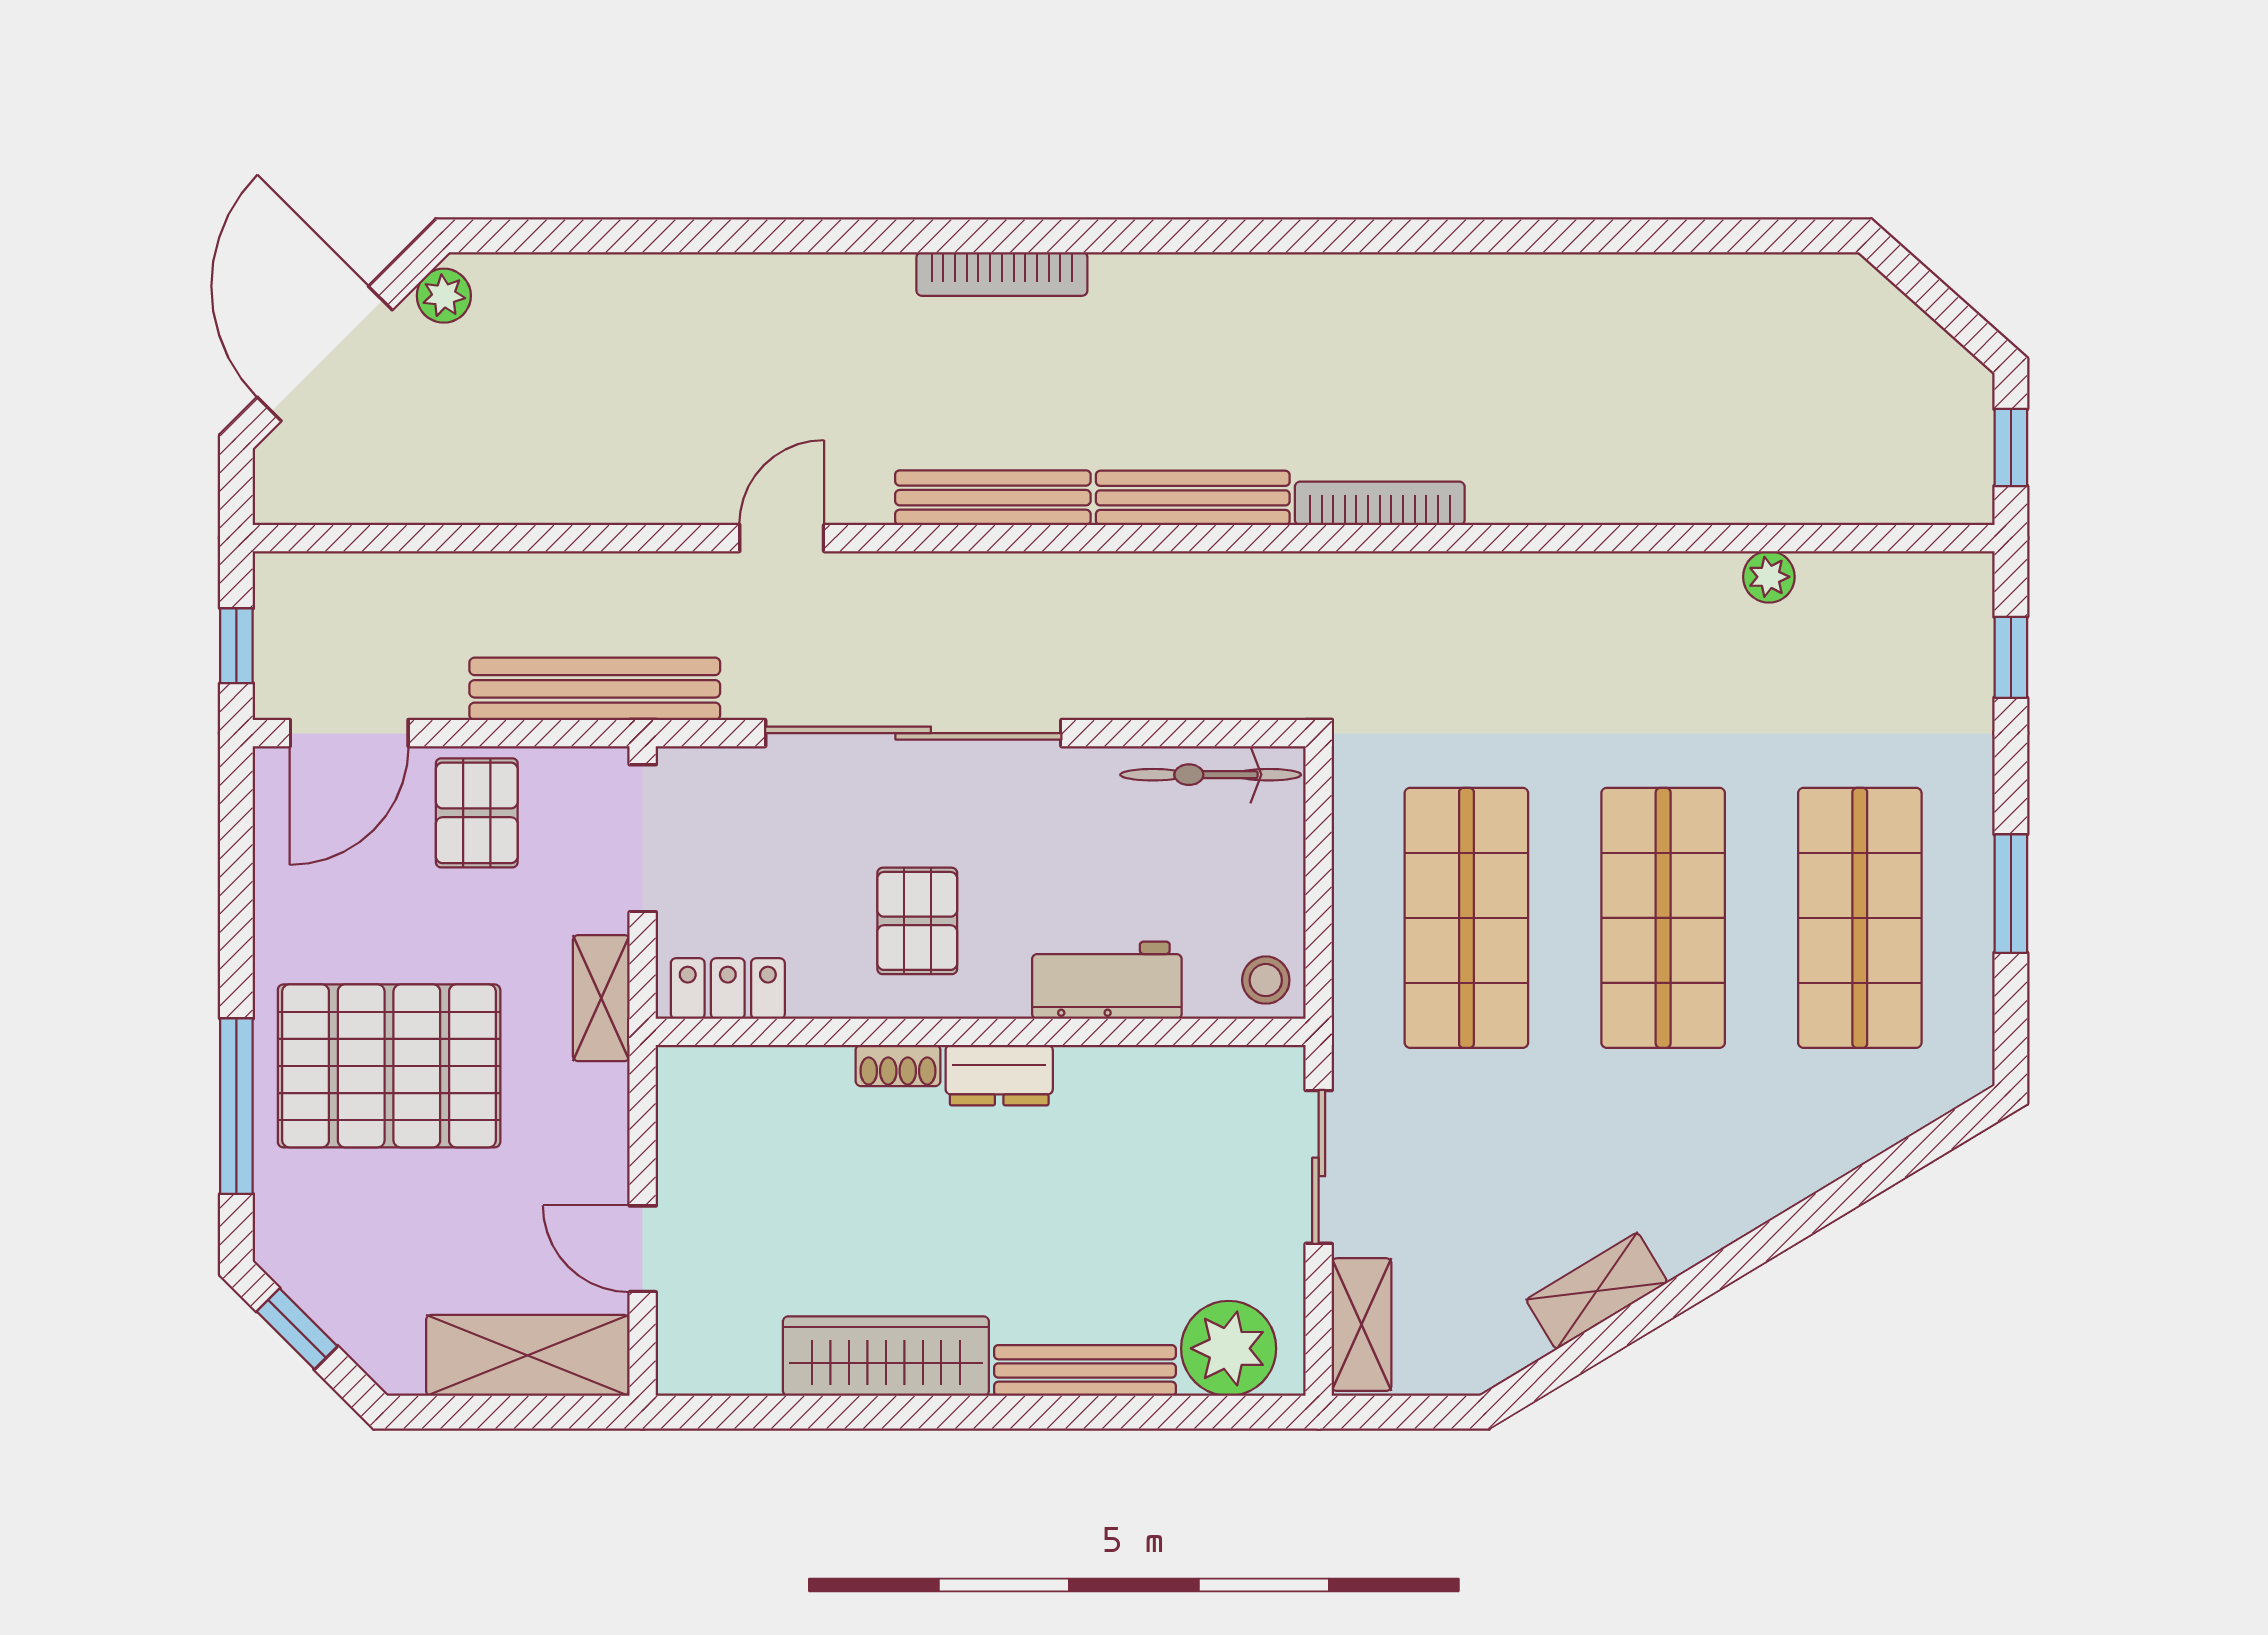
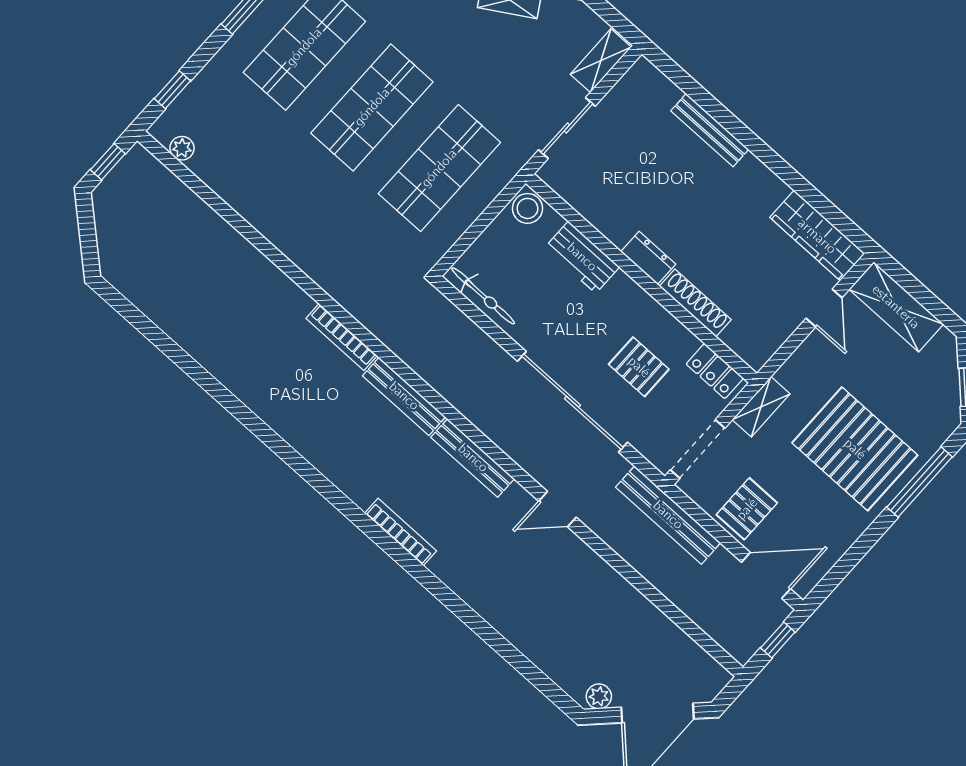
plant: (1769, 577) -> (182, 148), moved
pallet: (917, 921) -> (639, 367), moved, turned 90
stool: (1266, 980) -> (527, 208), width x1.37, depth x1.37
shoe rack: (898, 1066) -> (695, 303), width x1.94, depth x1.24
plant: (1229, 1348) -> (654, 93), removed
wardrobe: (886, 1356) -> (817, 236), moved

